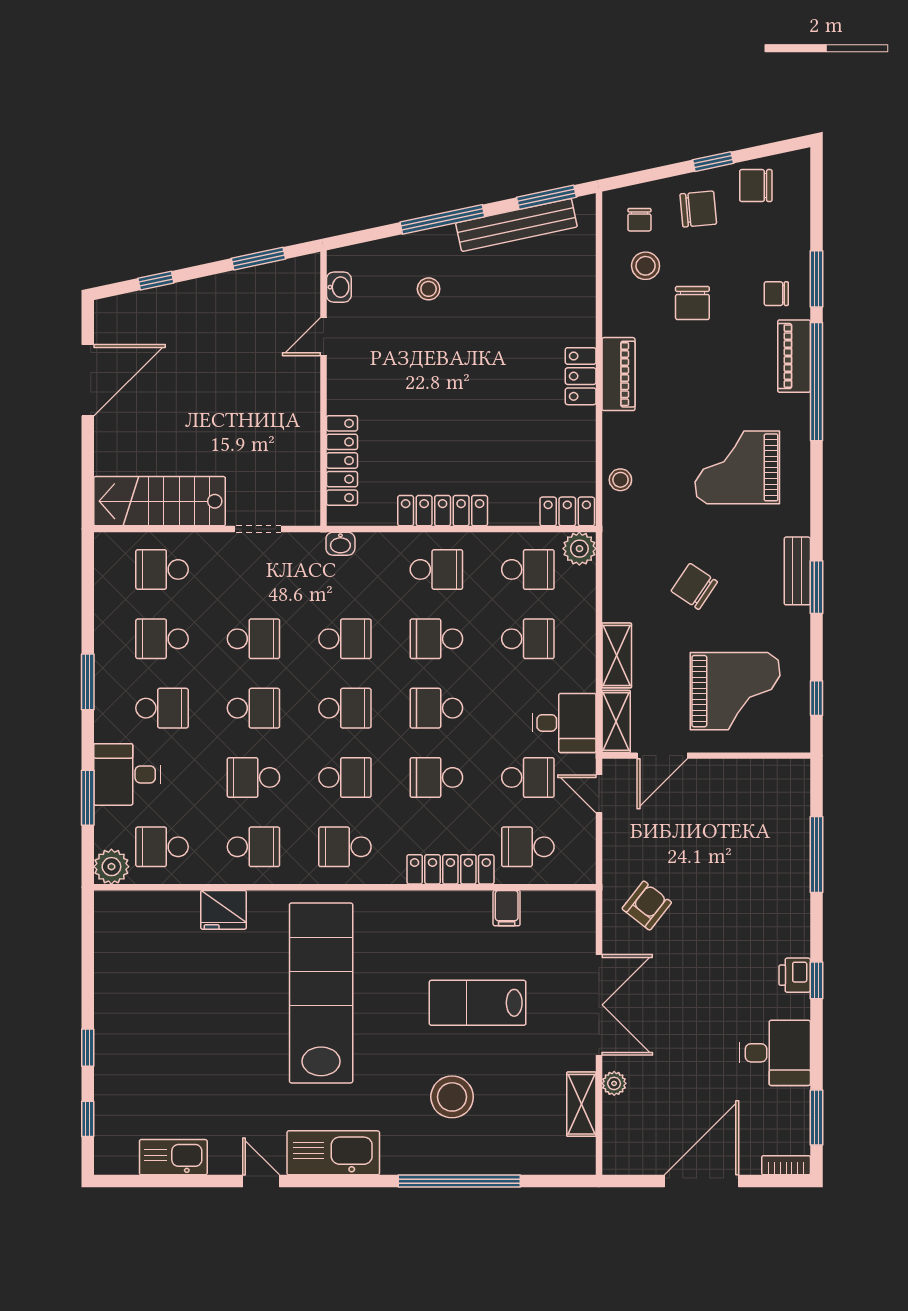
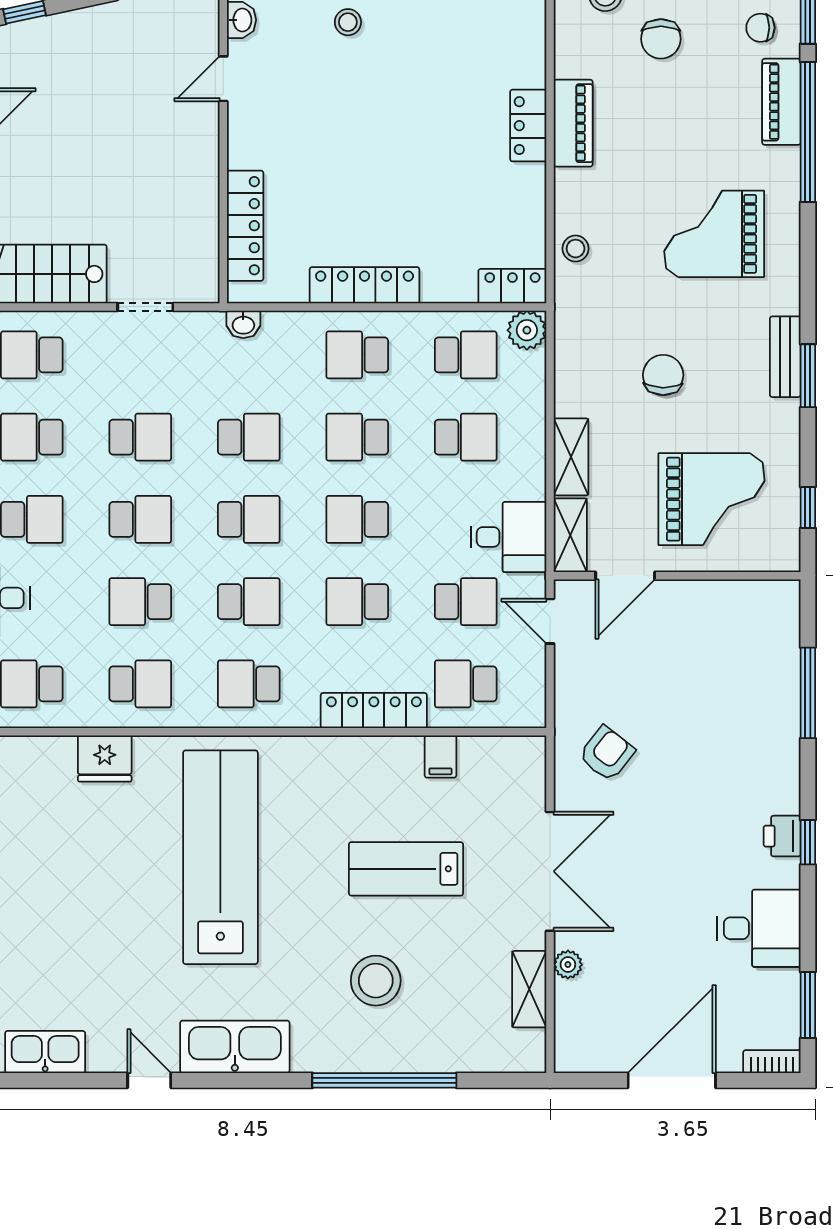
school desk: (436, 569) -> (357, 355), turned 180
chair: (694, 586) -> (663, 375), turned 57

